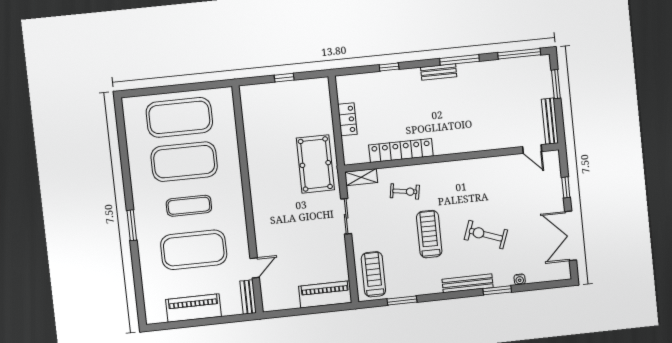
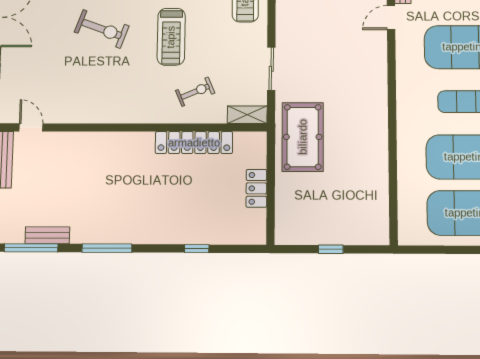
bench: (439, 72) -> (47, 235), moved
exercise bike: (405, 191) -> (195, 92), turned 148

